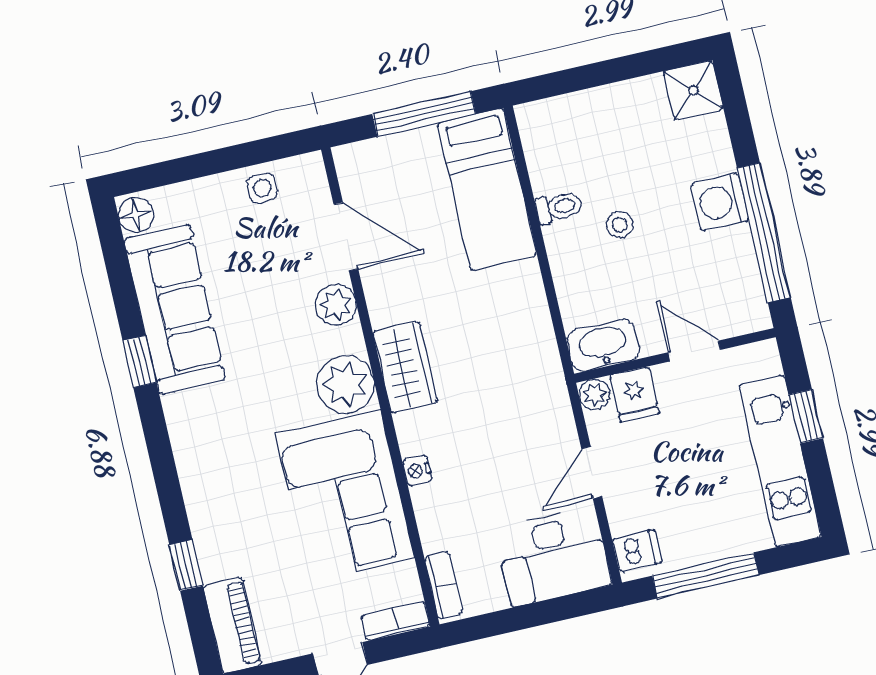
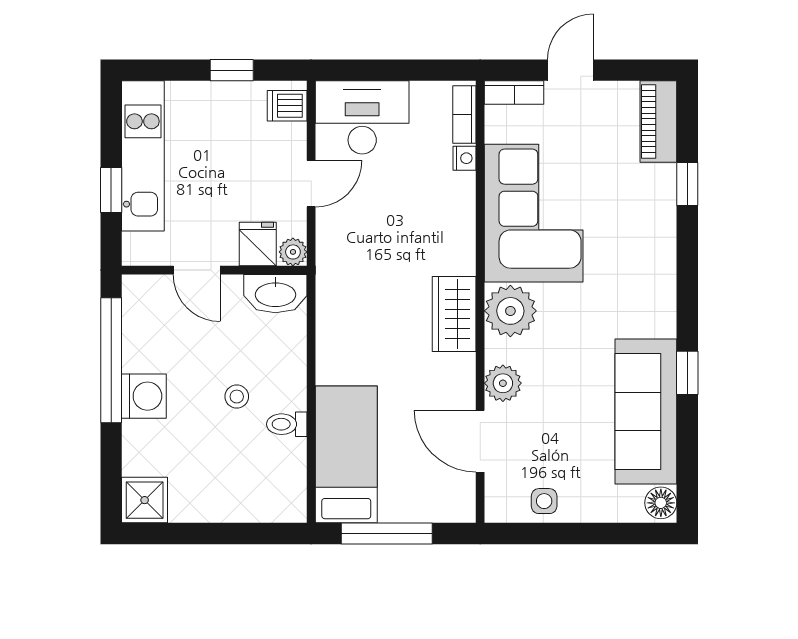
nightstand: (417, 471) -> (465, 158), moved
window: (706, 575) -> (232, 70), width x0.46

